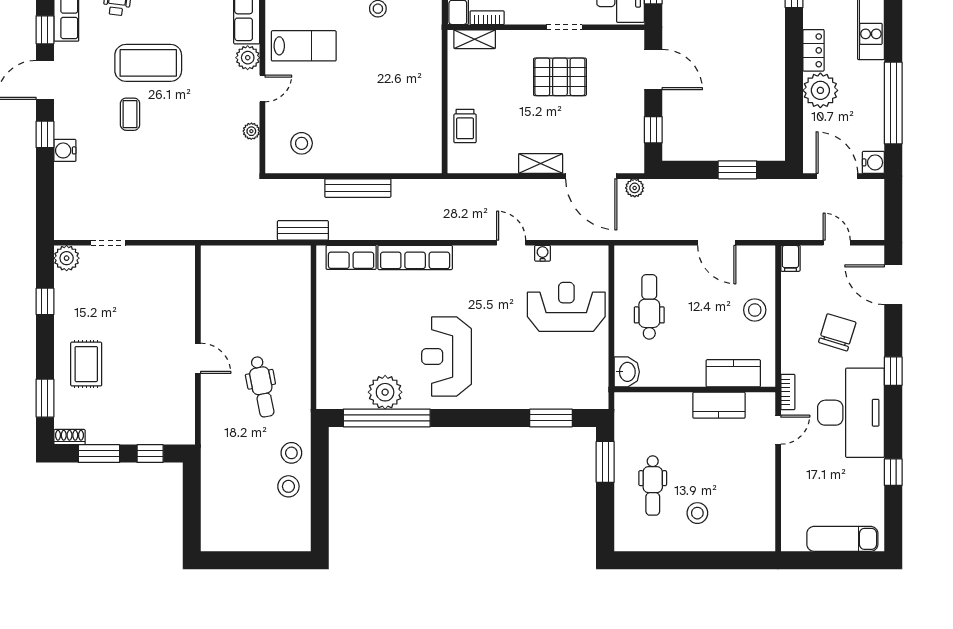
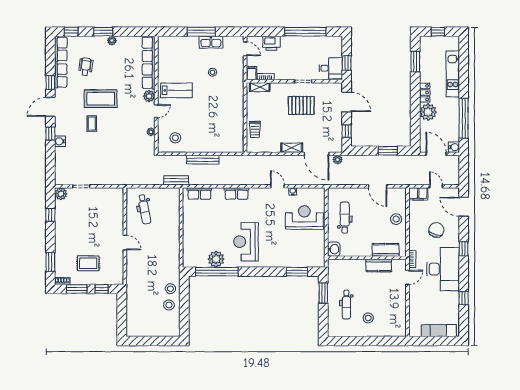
row of seats: (415, 257) -> (237, 193), width x0.68
filing cabinet: (790, 258) -> (418, 194), width x2.00
rug: (86, 364) -> (88, 263), moved, turned 90
dental chair: (262, 387) -> (144, 209), moved

